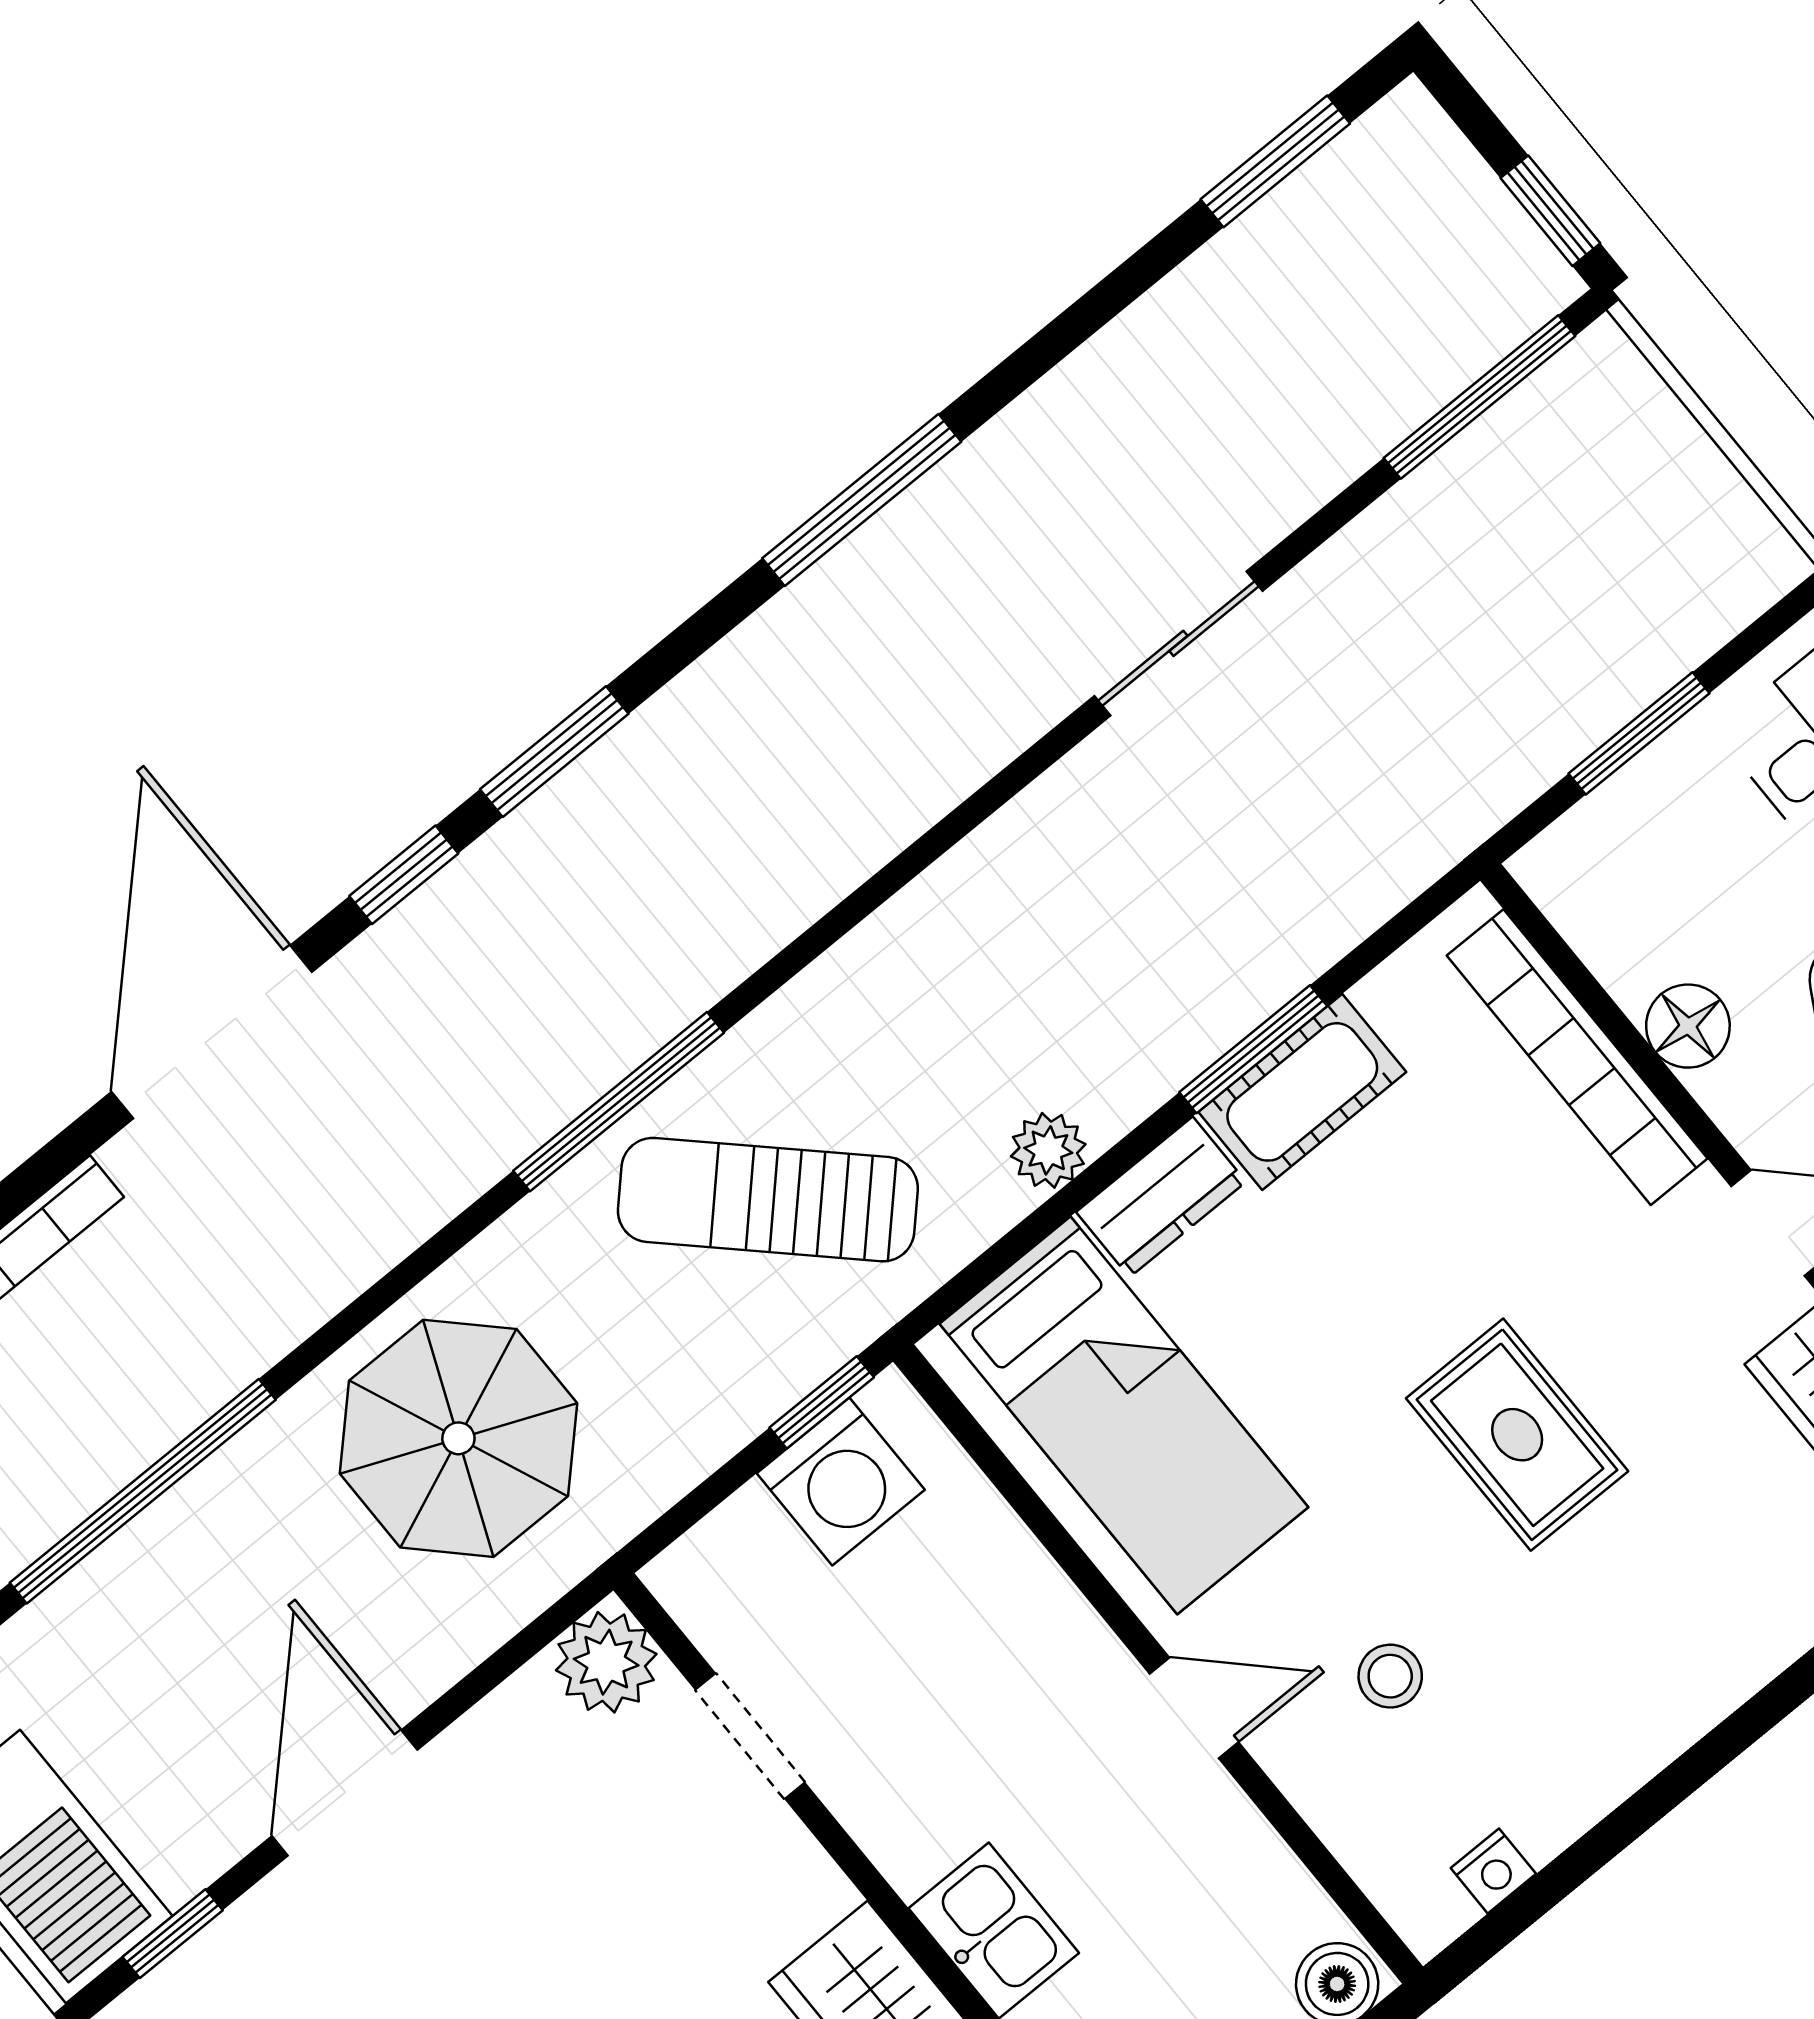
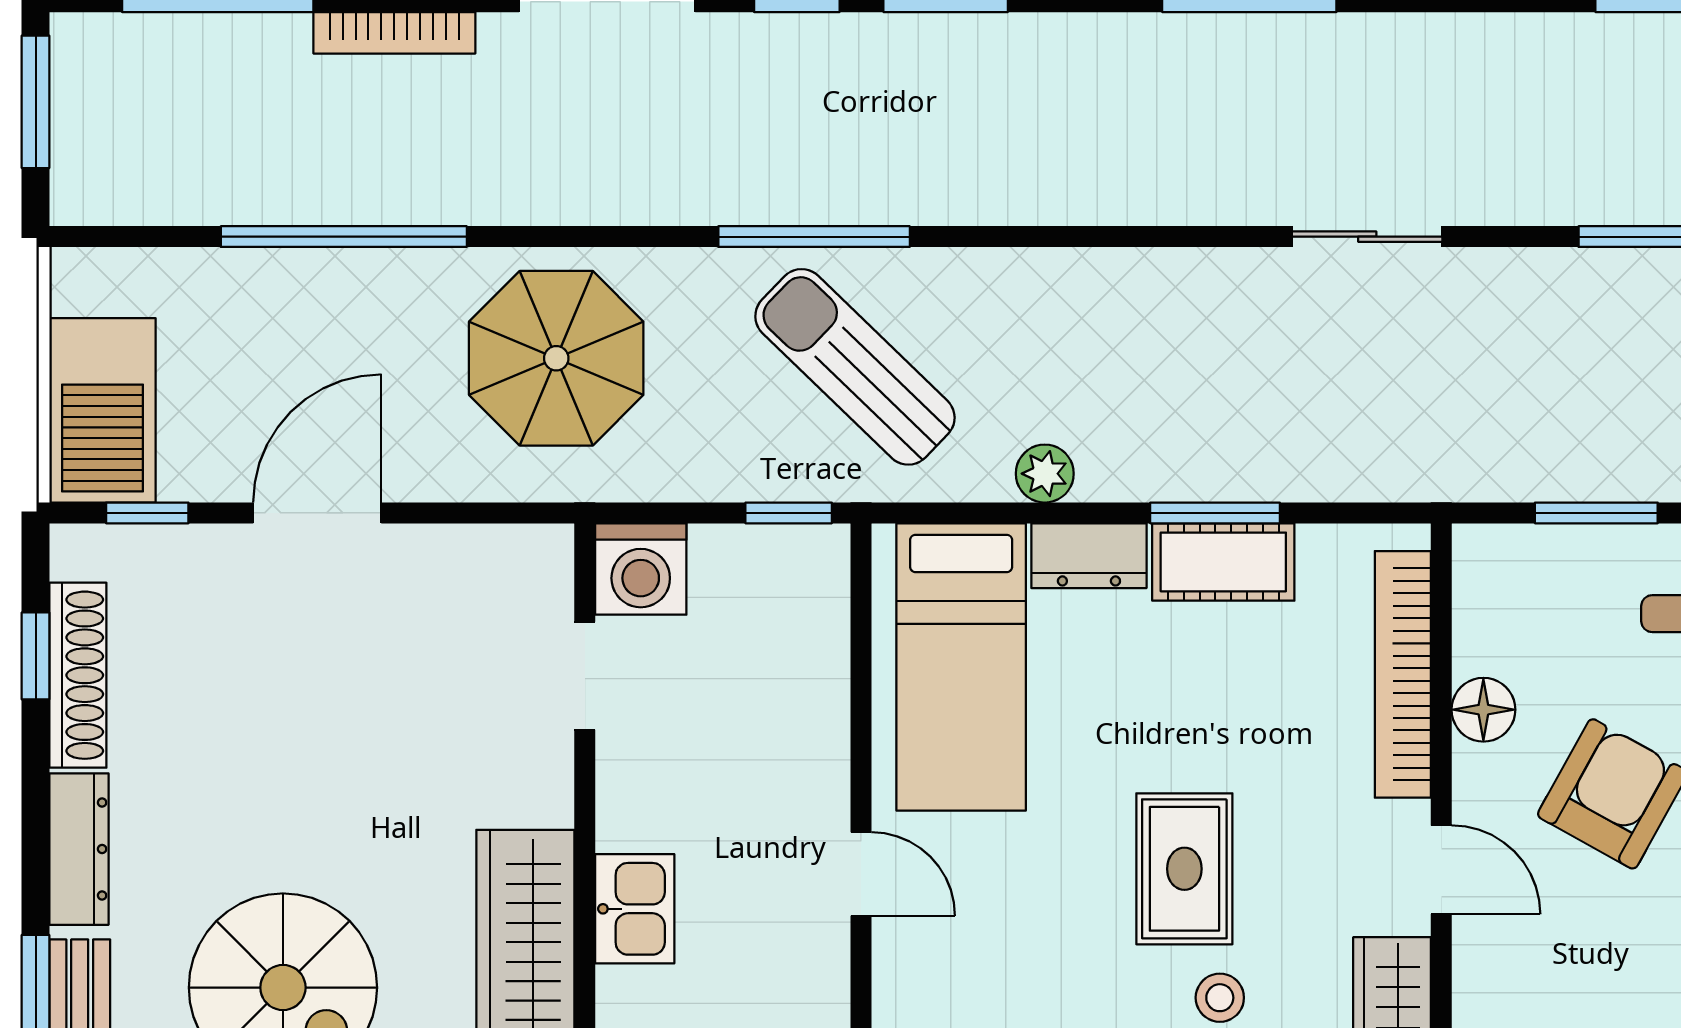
washing machine: (841, 1482) -> (641, 569), moved
plant: (606, 1662) -> (535, 562), removed
stool: (1390, 1676) -> (1220, 998), moved

